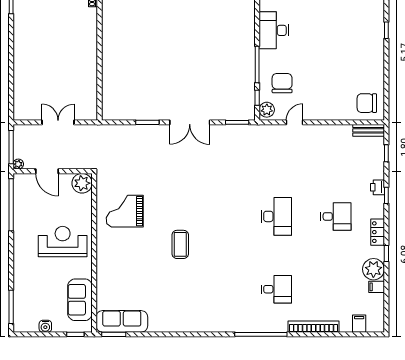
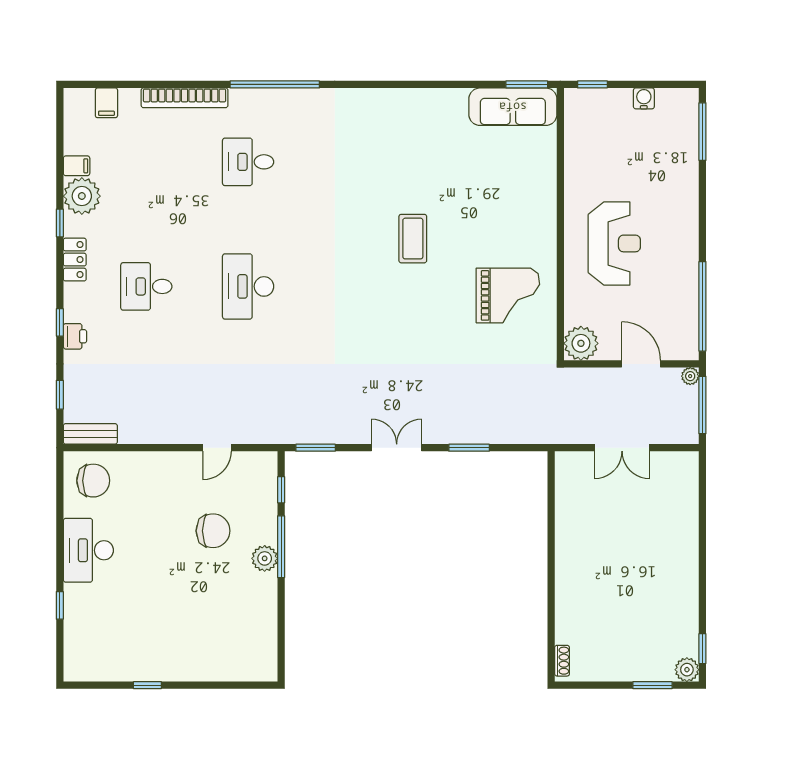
desk: (274, 30) -> (88, 550), moved, turned 180
chair: (282, 83) -> (213, 531), moved, turned -90
plant: (267, 110) -> (265, 558), moved
double door: (190, 122) -> (397, 448), width x0.73
reception desk: (63, 242) -> (614, 243), turned -90
sofa: (80, 300) -> (585, 144), removed

